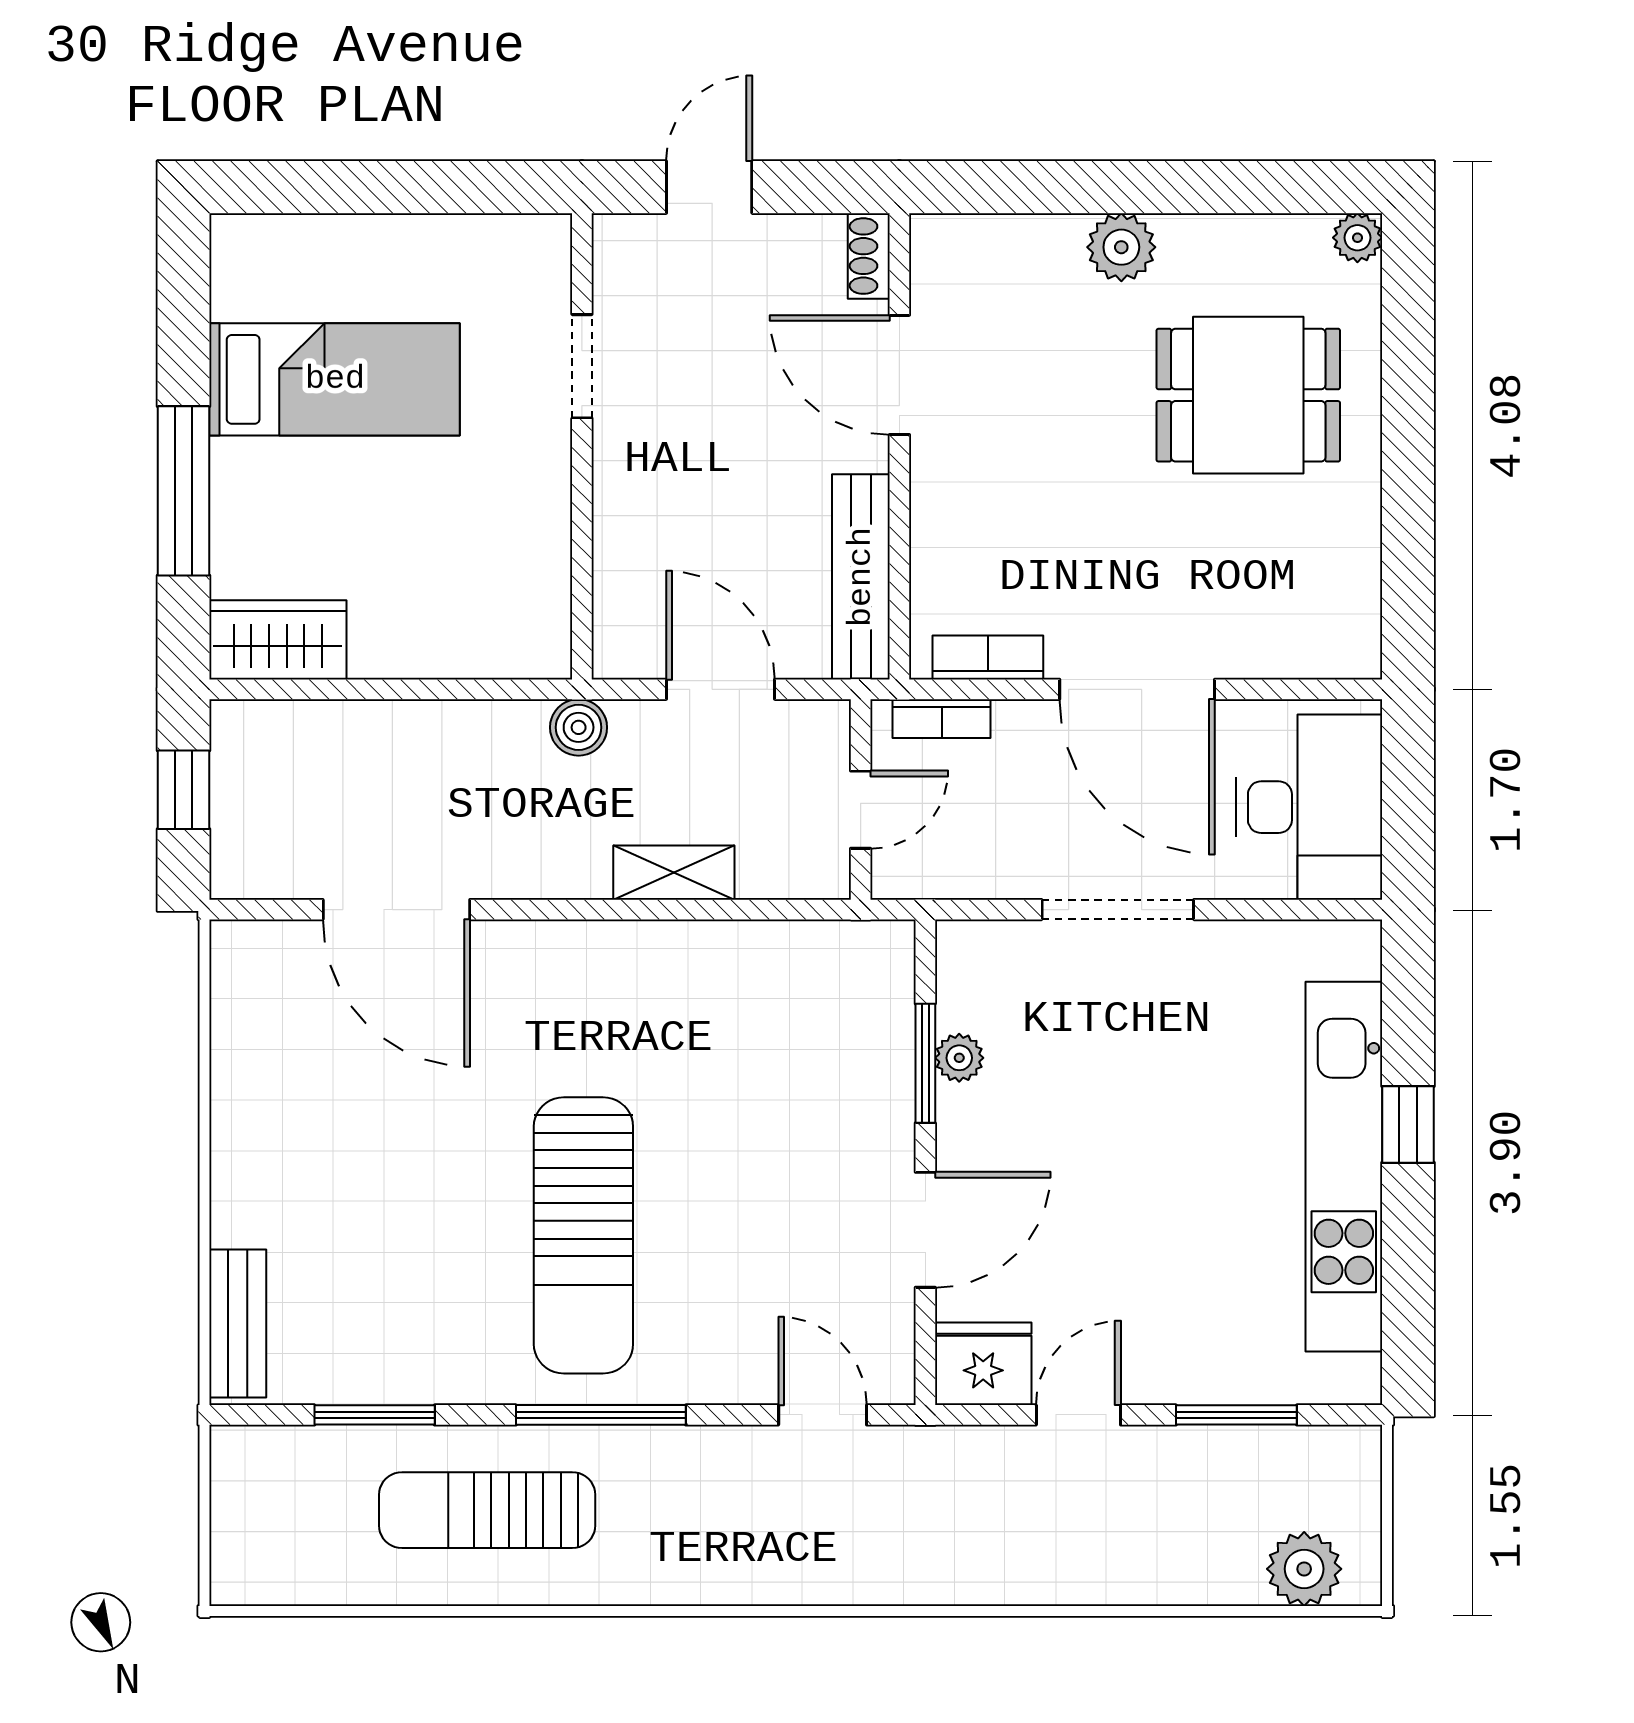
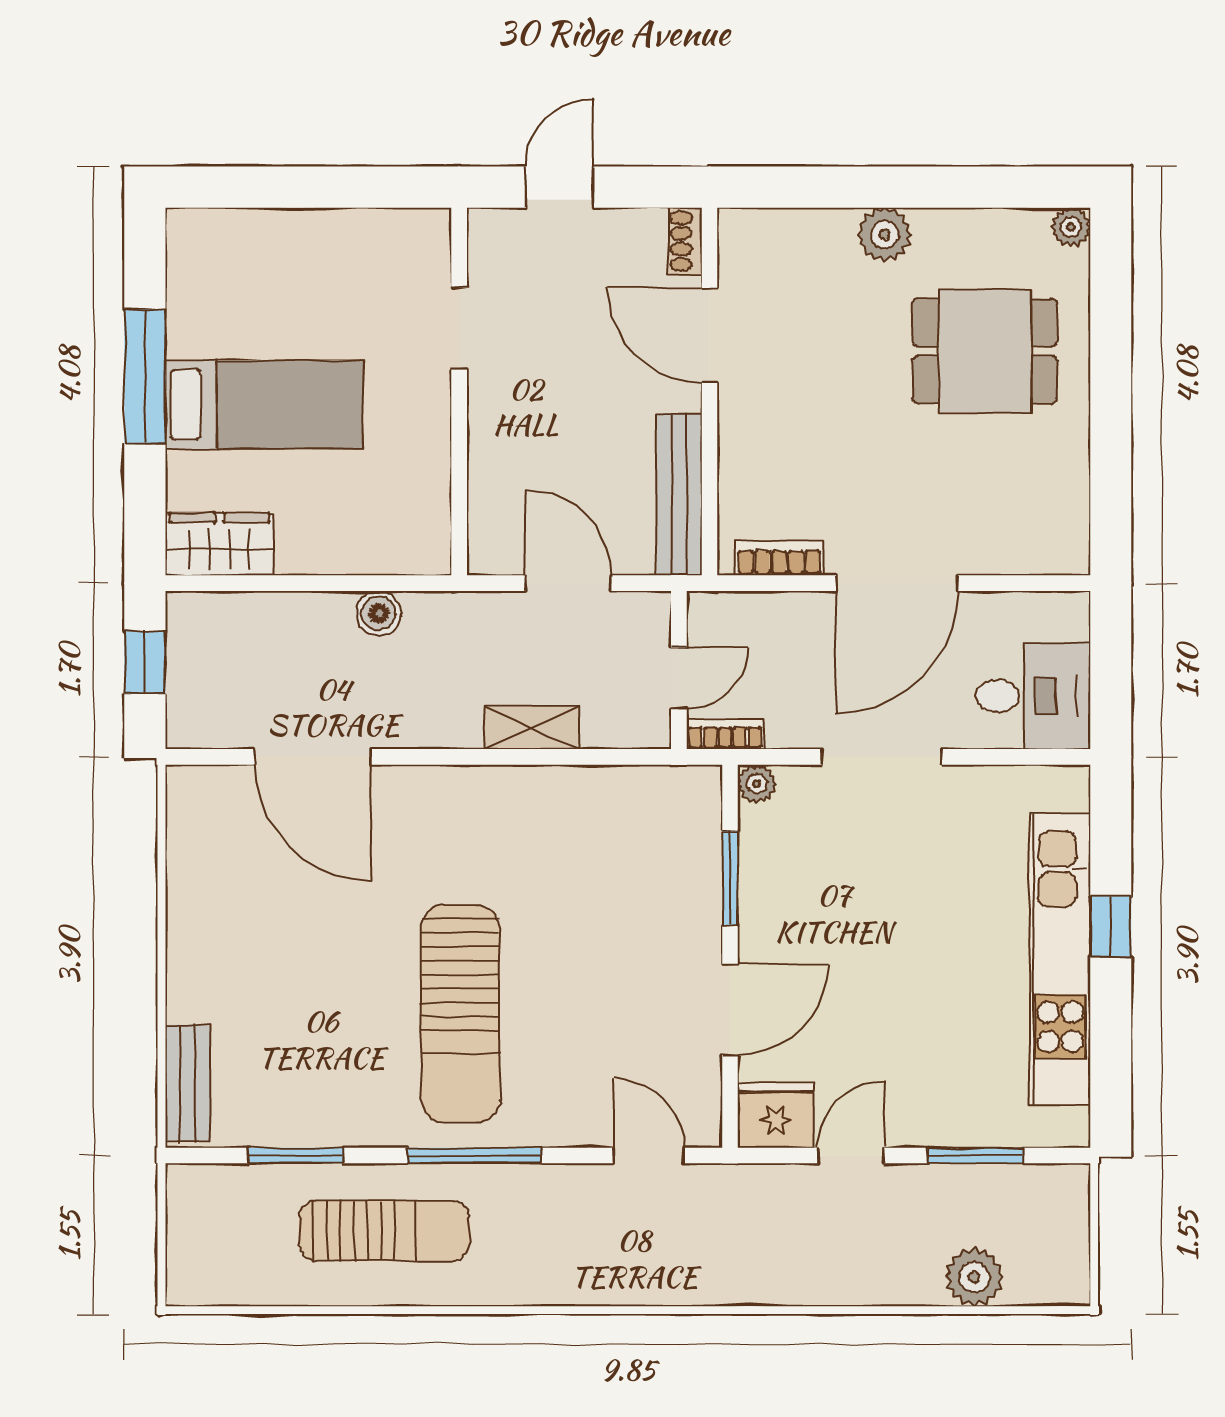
bed: (335, 379) -> (264, 405), moved
window: (183, 491) -> (145, 376), moved
door: (1137, 689) -> (897, 583), hinge flipped
bookcase: (942, 719) -> (725, 734), moved, turned 180
boiler: (579, 727) -> (379, 613), moved
desk: (1309, 807) -> (1033, 696), width x0.73
plant: (959, 1058) -> (757, 784), moved
sun lounger: (487, 1510) -> (384, 1231), turned 180
plant: (1304, 1569) -> (974, 1277), moved

